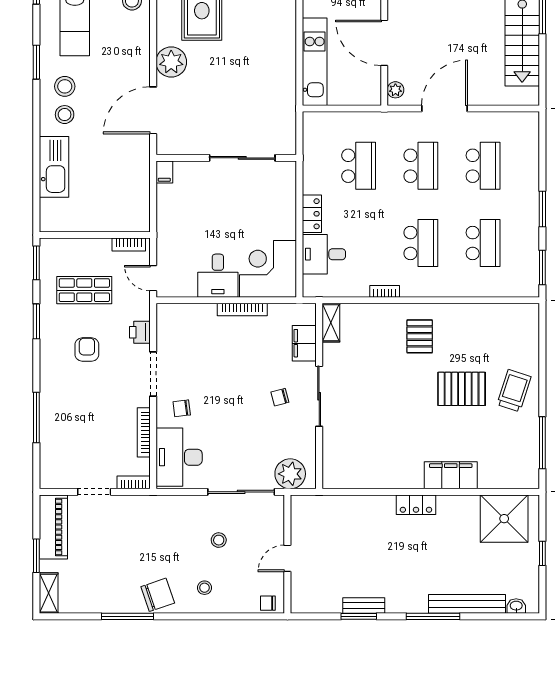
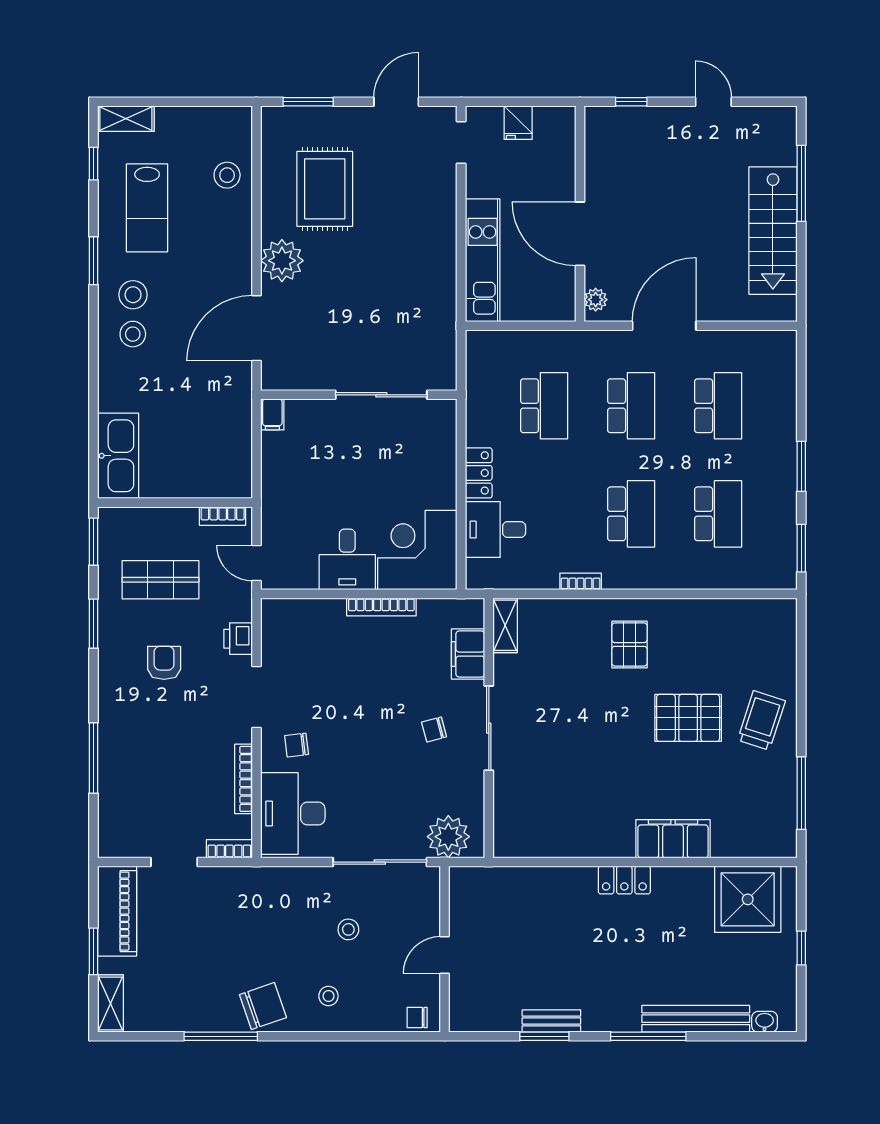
kitchen sink: (54, 167) -> (118, 456), moved

